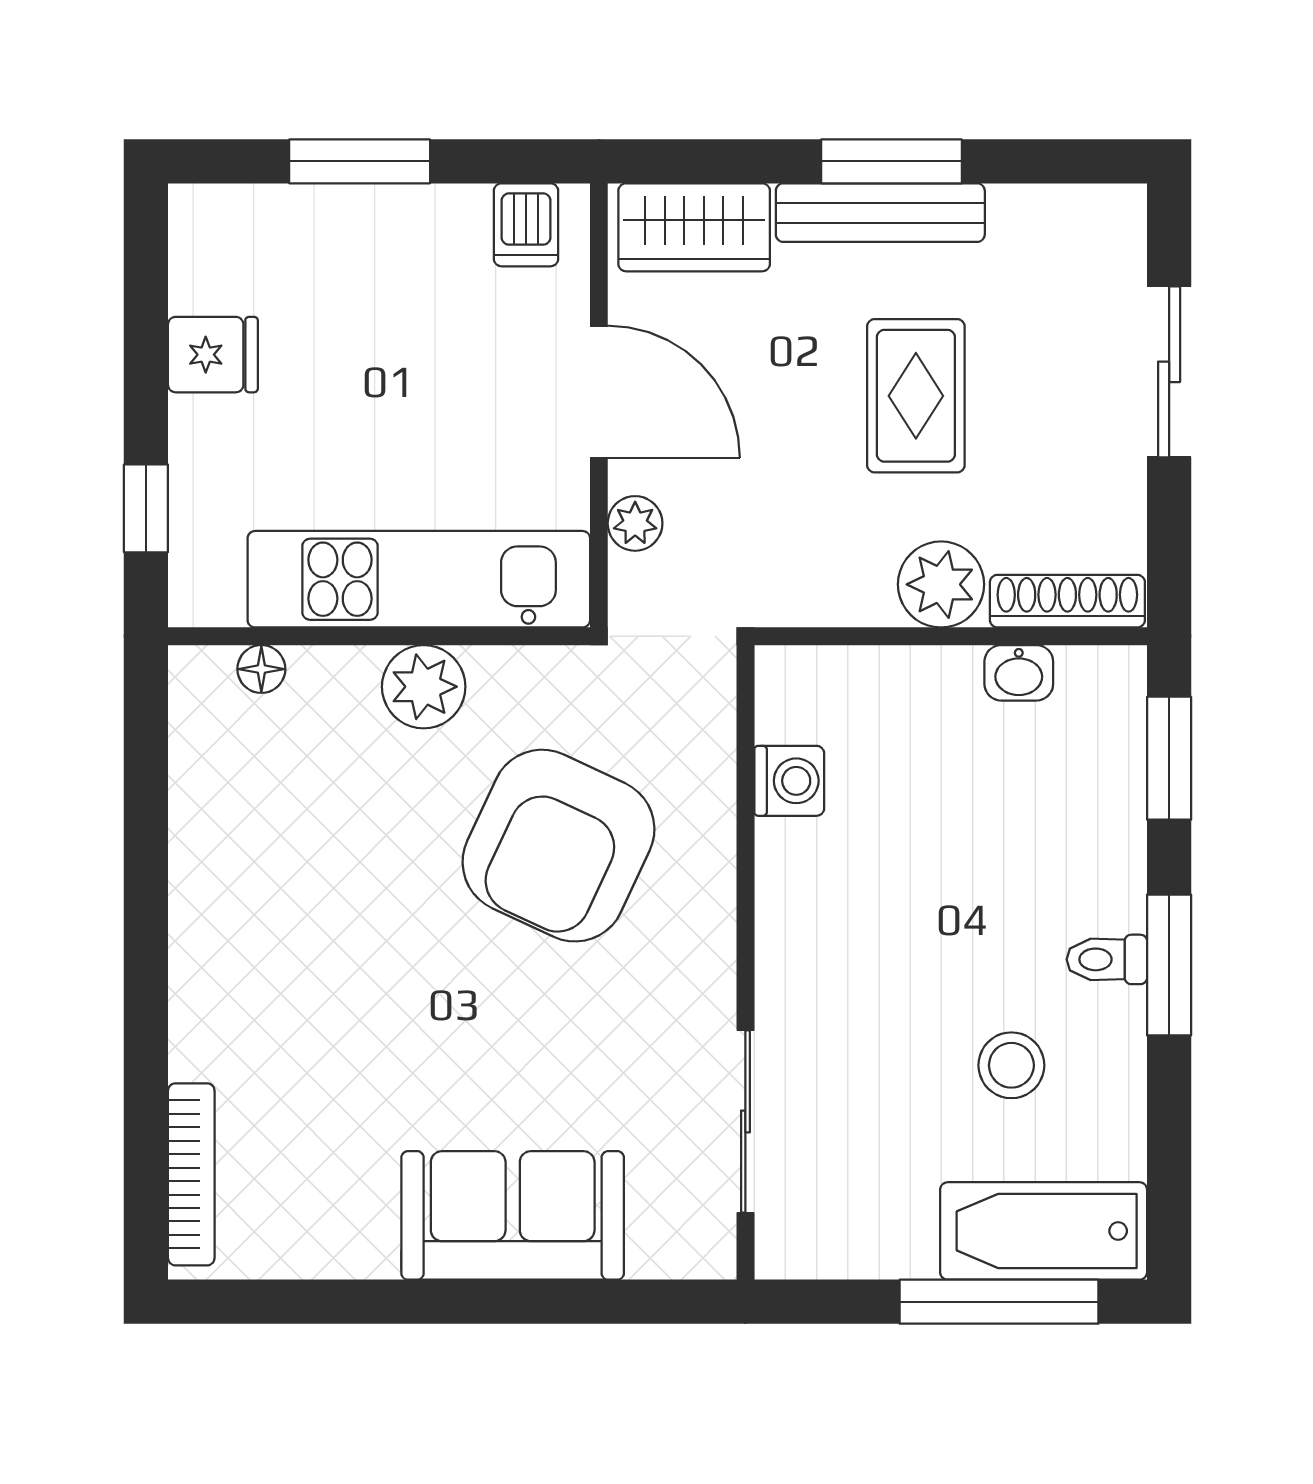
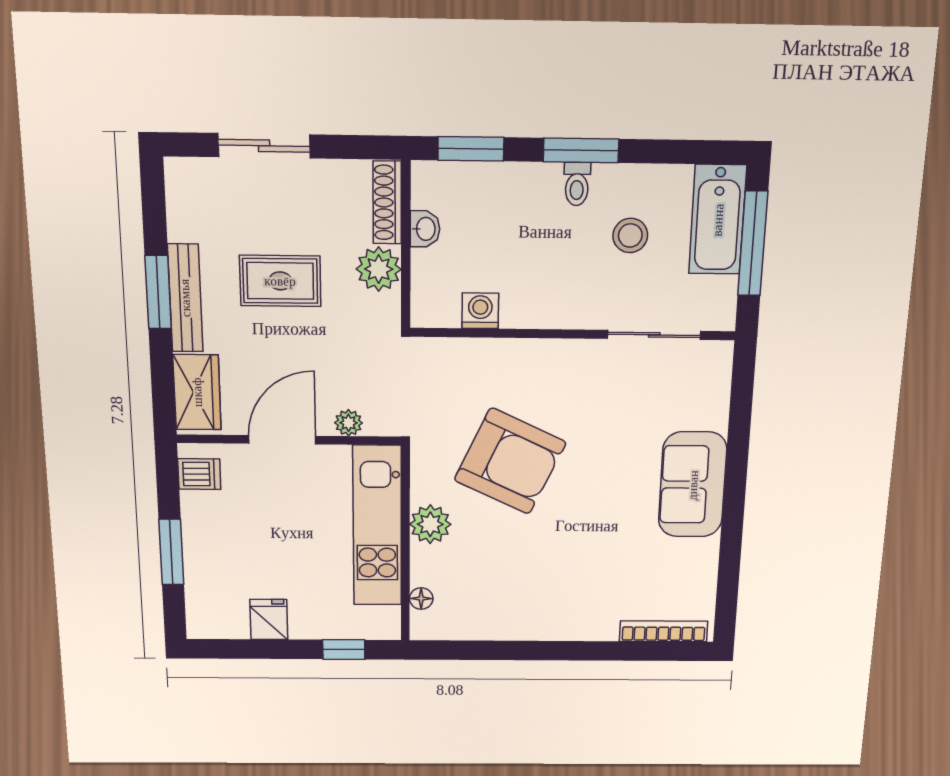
washing machine: (789, 781) -> (480, 311), moved
wall: (745, 962) -> (573, 334), moved
sliding door: (745, 1121) -> (654, 335), moved

